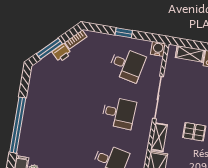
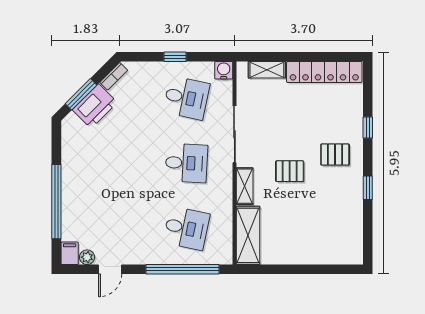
printer: (62, 53) -> (95, 106), width x1.87, depth x1.48

